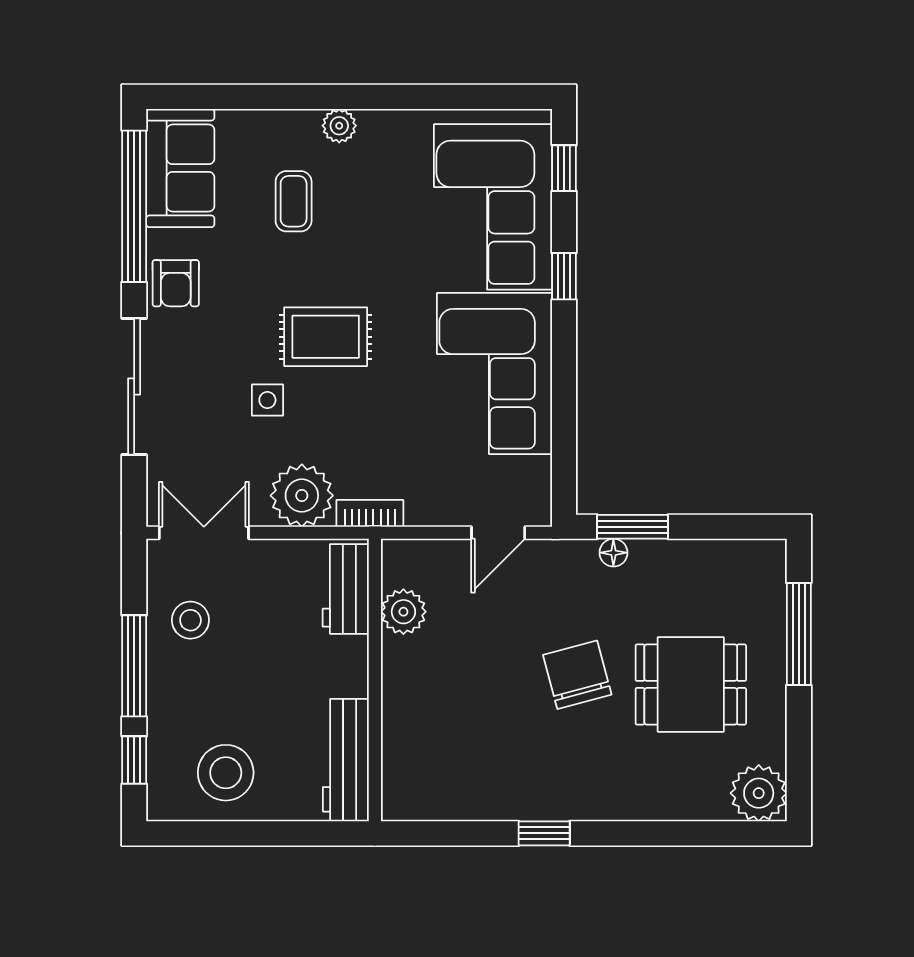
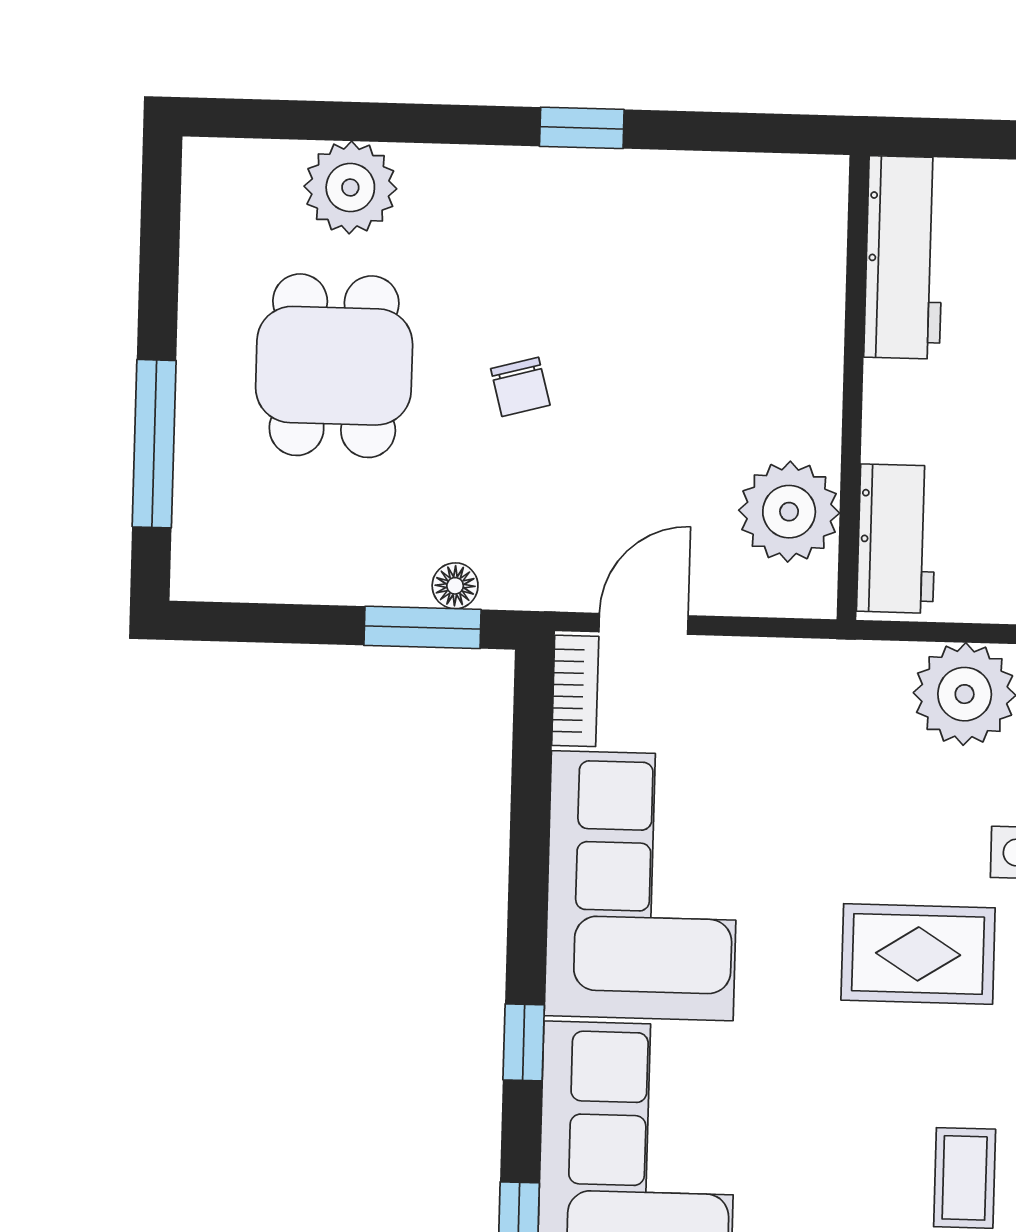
bookcase: (370, 513) -> (575, 691), moved, turned -90
plant: (403, 612) -> (789, 512), width x1.36, depth x1.36
chair: (577, 675) -> (520, 387), width x0.54, depth x0.54
dining table: (691, 684) -> (334, 366), turned 90
plant: (759, 793) -> (350, 187), moved

